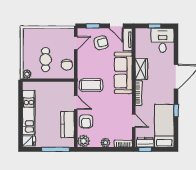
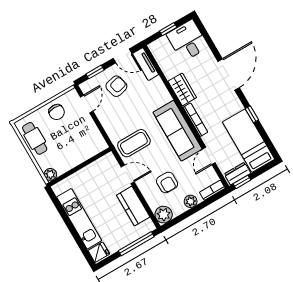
cafe table: (46, 60) -> (35, 138), moved
chair: (67, 65) -> (57, 112), moved
sofa: (123, 73) -> (178, 131), moved
armchair: (86, 121) -> (167, 182), moved
door: (134, 121) -> (209, 156), swing flipped

